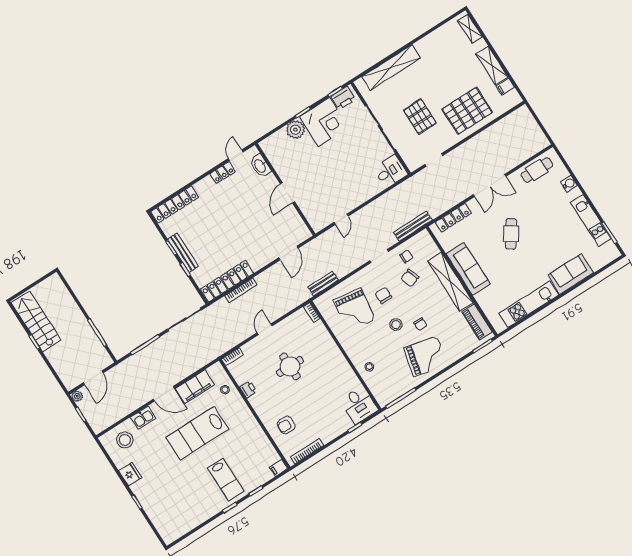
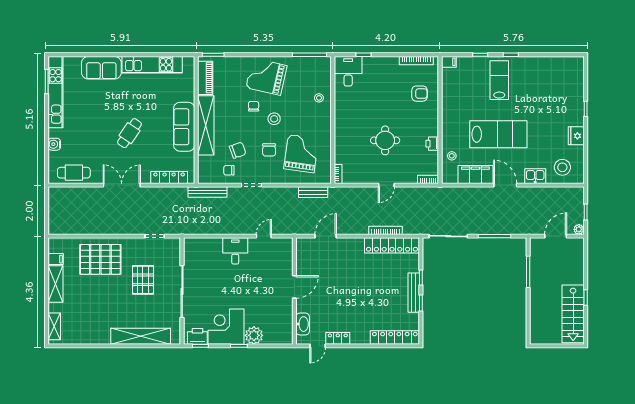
desk: (390, 171) -> (235, 251), moved, turned 90
kitchen unit: (591, 220) -> (56, 92), width x1.36

